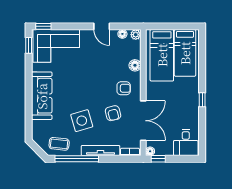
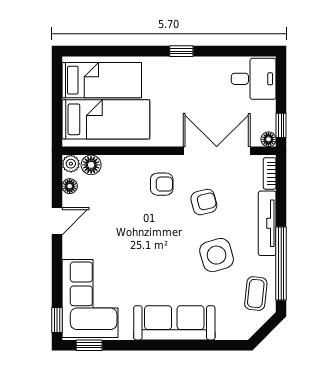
floor lamp: (135, 65) -> (91, 165), moved
armchair: (124, 88) -> (162, 184), turned 90

